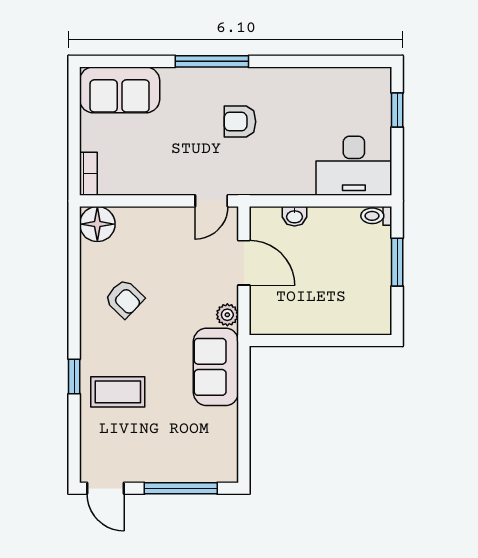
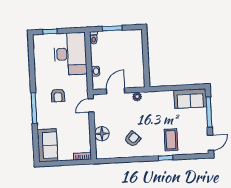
desk: (354, 166) -> (70, 54), width x1.36, depth x1.30
door: (211, 201) -> (91, 105), swing flipped
floor lamp: (97, 224) -> (102, 134), moved
sofa: (216, 367) -> (190, 99), moved

